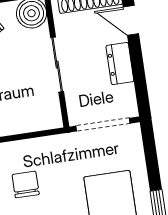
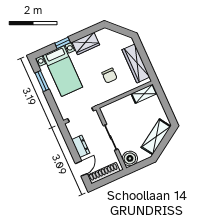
door: (131, 20) -> (81, 169), hinge flipped

